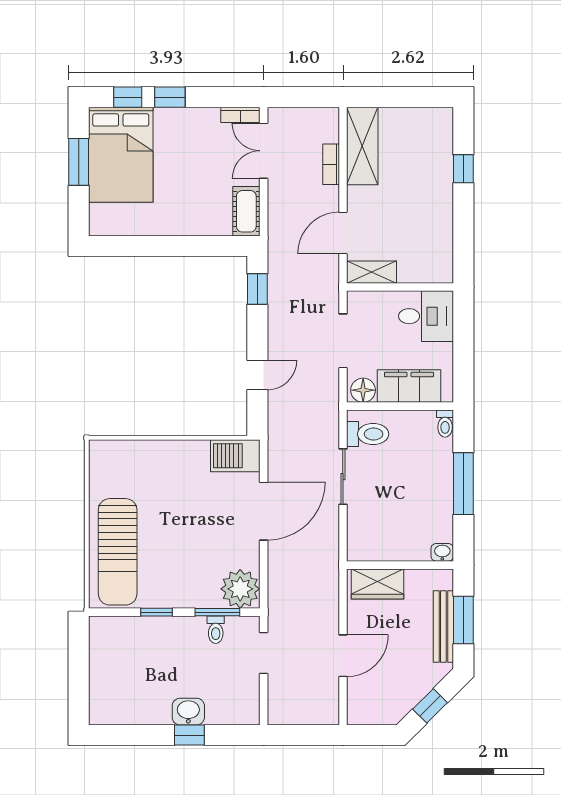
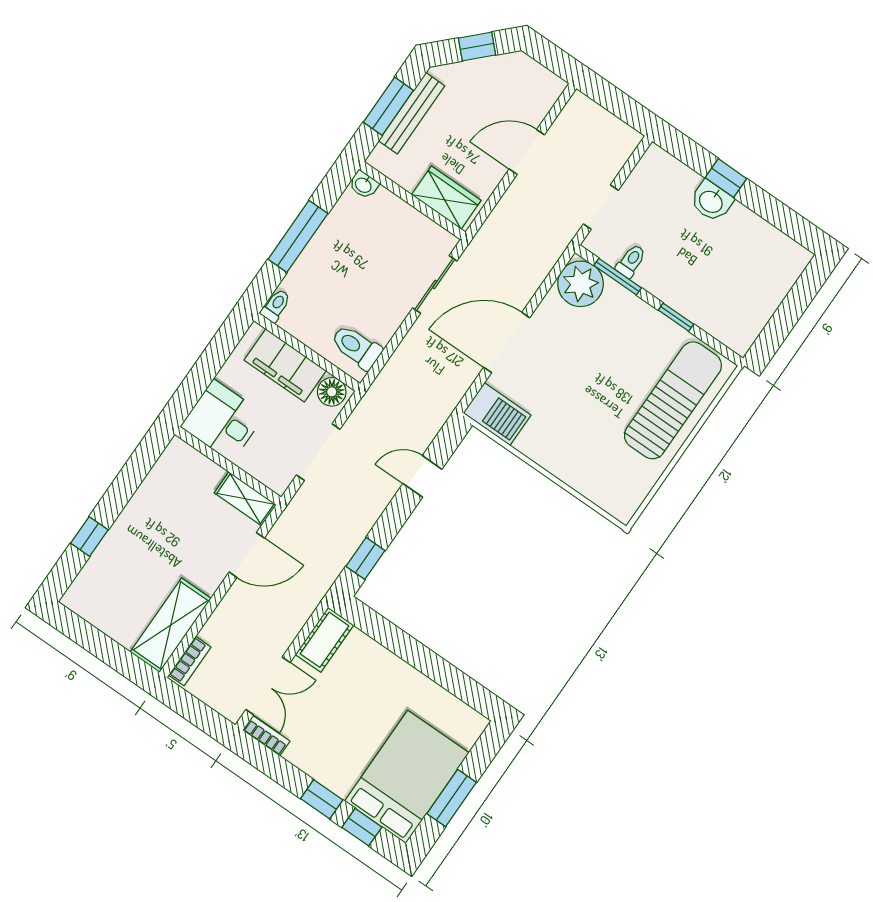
bookcase: (331, 164) -> (190, 661), moved
sliding door: (343, 477) -> (435, 284), moved

